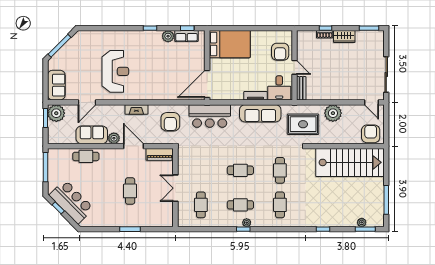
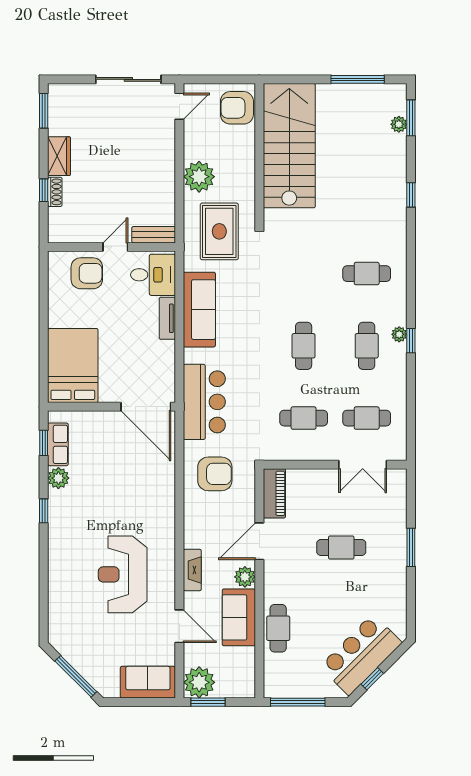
reception desk: (115, 71) -> (123, 574), turned -90
fireplace: (136, 109) -> (192, 570), moved
cafe table: (280, 170) -> (304, 418), moved
double door: (175, 188) -> (363, 465), moved

